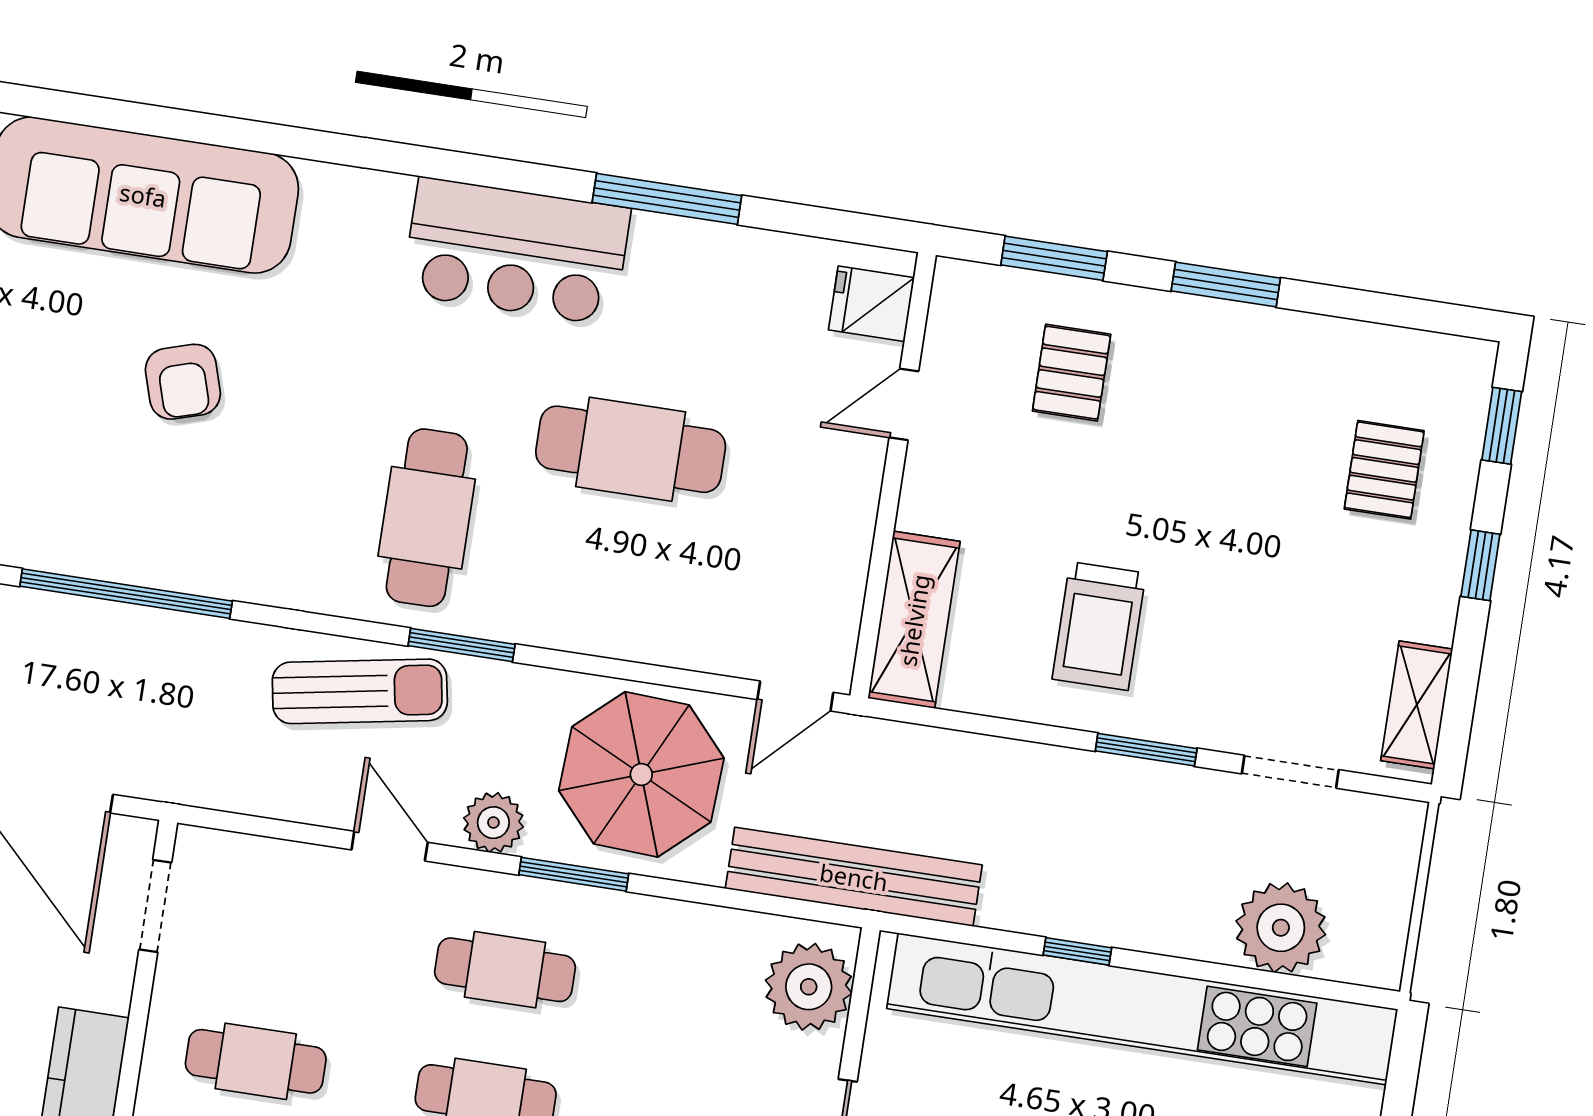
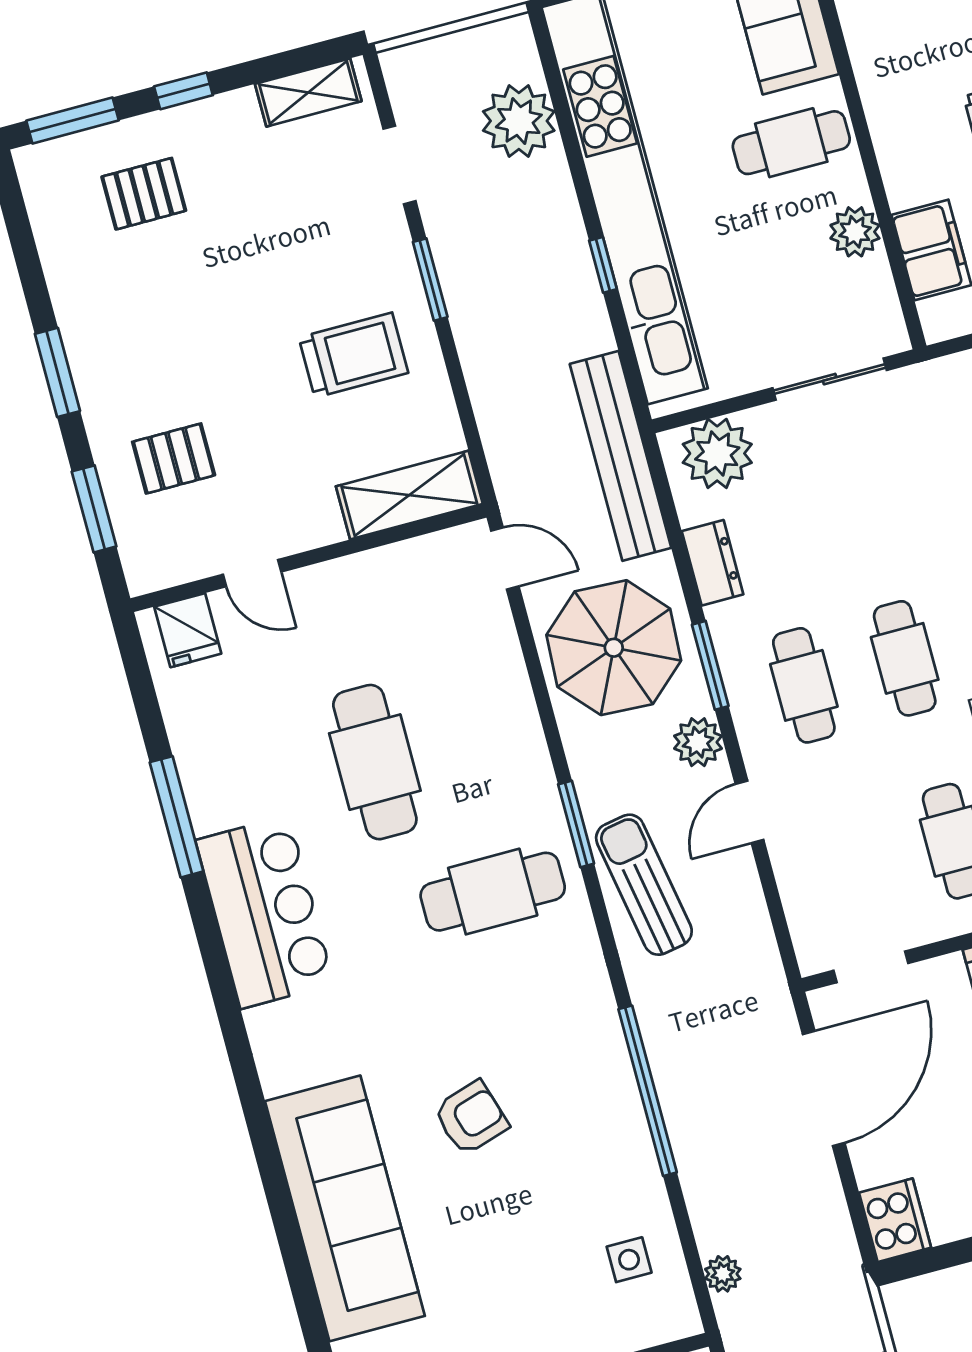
window: (1502, 426) -> (72, 121), width x1.50
dresser: (688, 928) -> (713, 563), added

